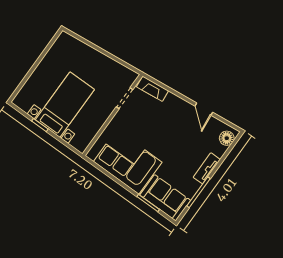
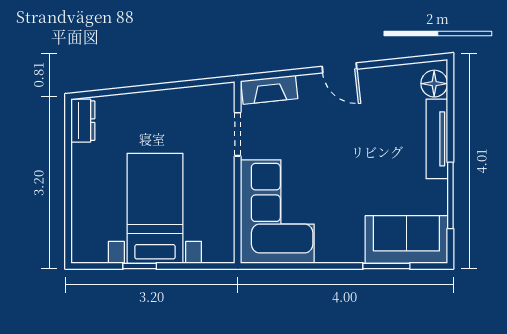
dresser: (61, 43) -> (83, 121), added
door: (204, 109) -> (340, 68), moved
corner sofa: (128, 162) -> (277, 212), moved, turned 90
tv unit: (207, 168) -> (437, 139), width x1.41

